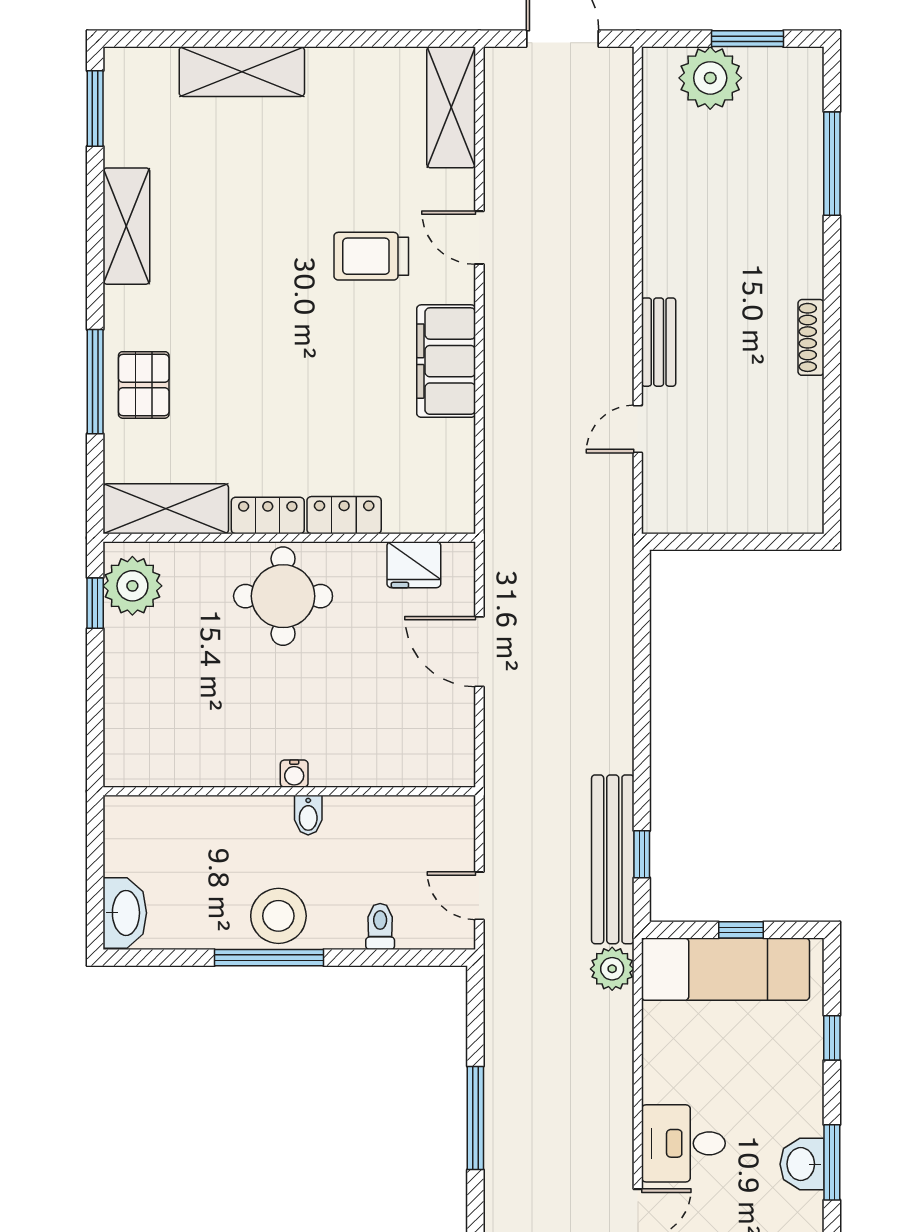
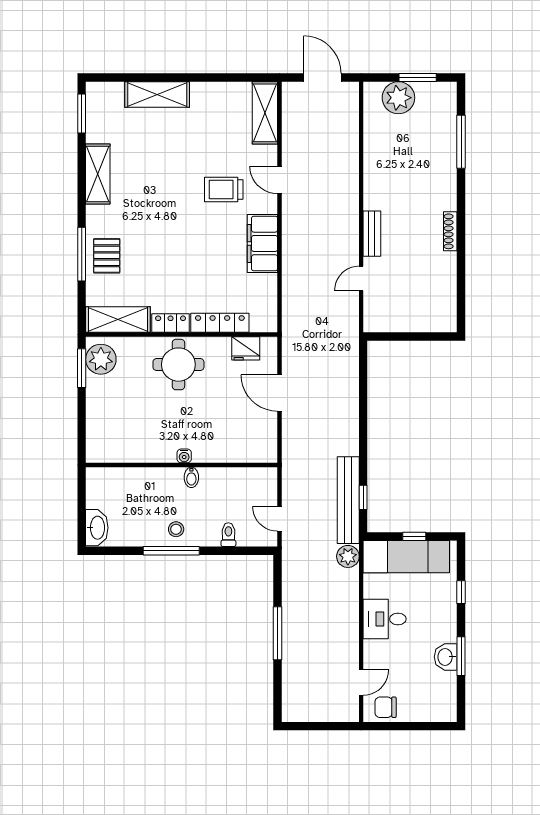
locker: (344, 515) -> (220, 323), width x1.53
window: (95, 603) -> (82, 368), width x1.50
stool: (278, 916) -> (176, 529), width x0.53, depth x0.53
desk: (683, 1143) -> (385, 619), moved

